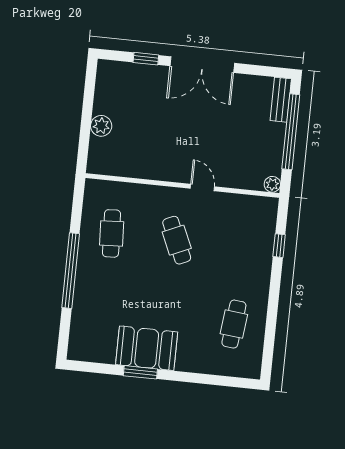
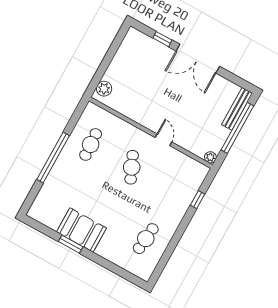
bench: (281, 100) -> (237, 109), width x1.36
plant: (101, 126) -> (104, 89), moved

